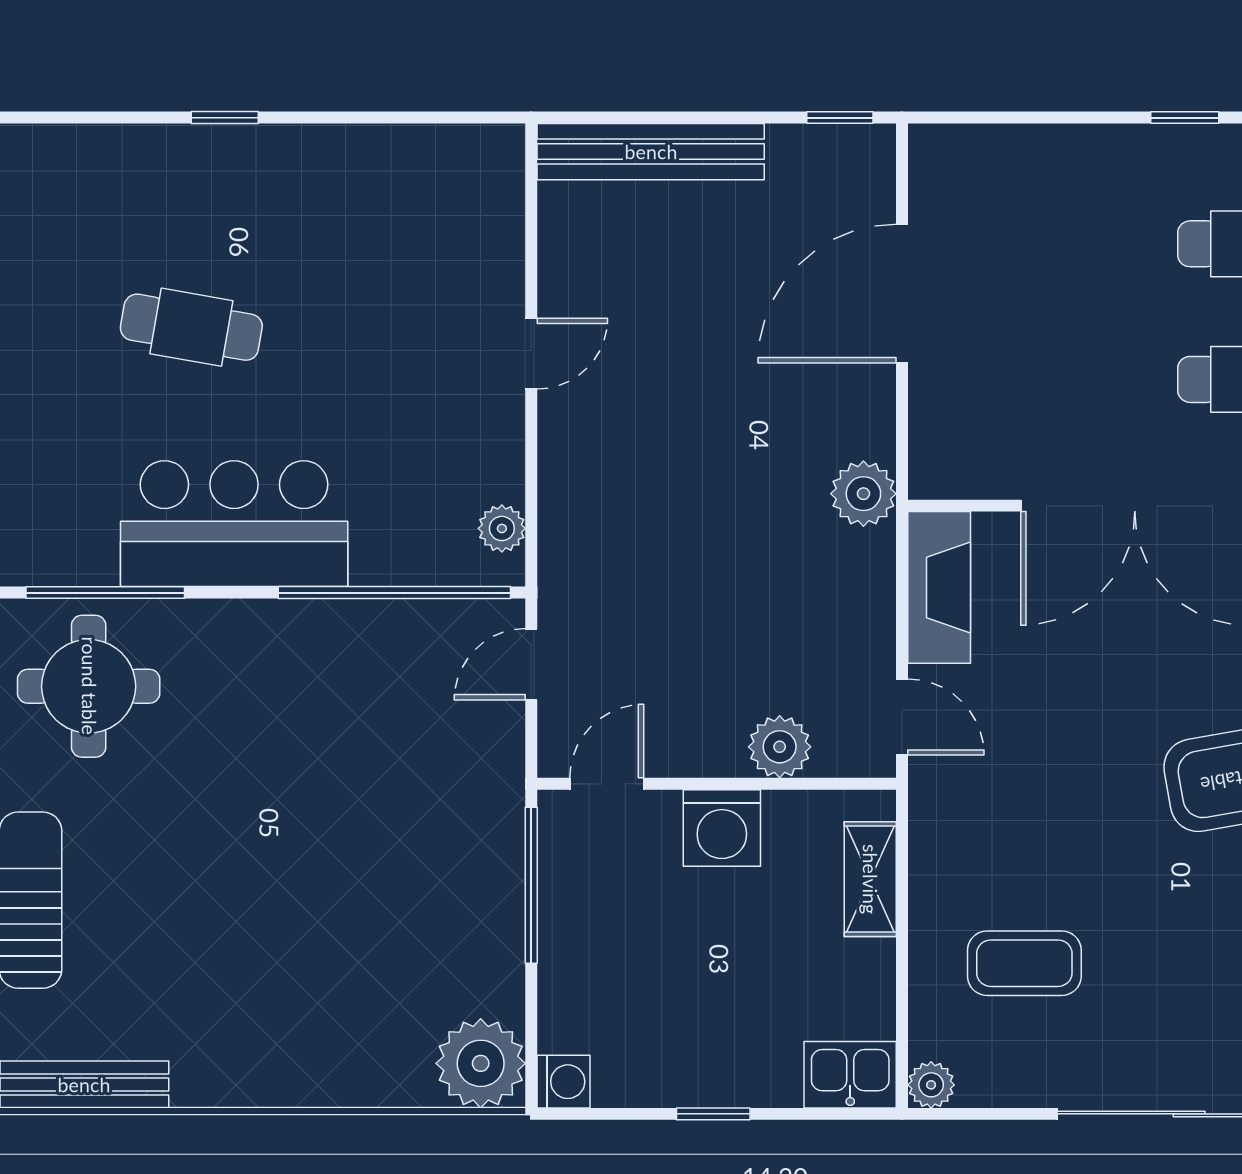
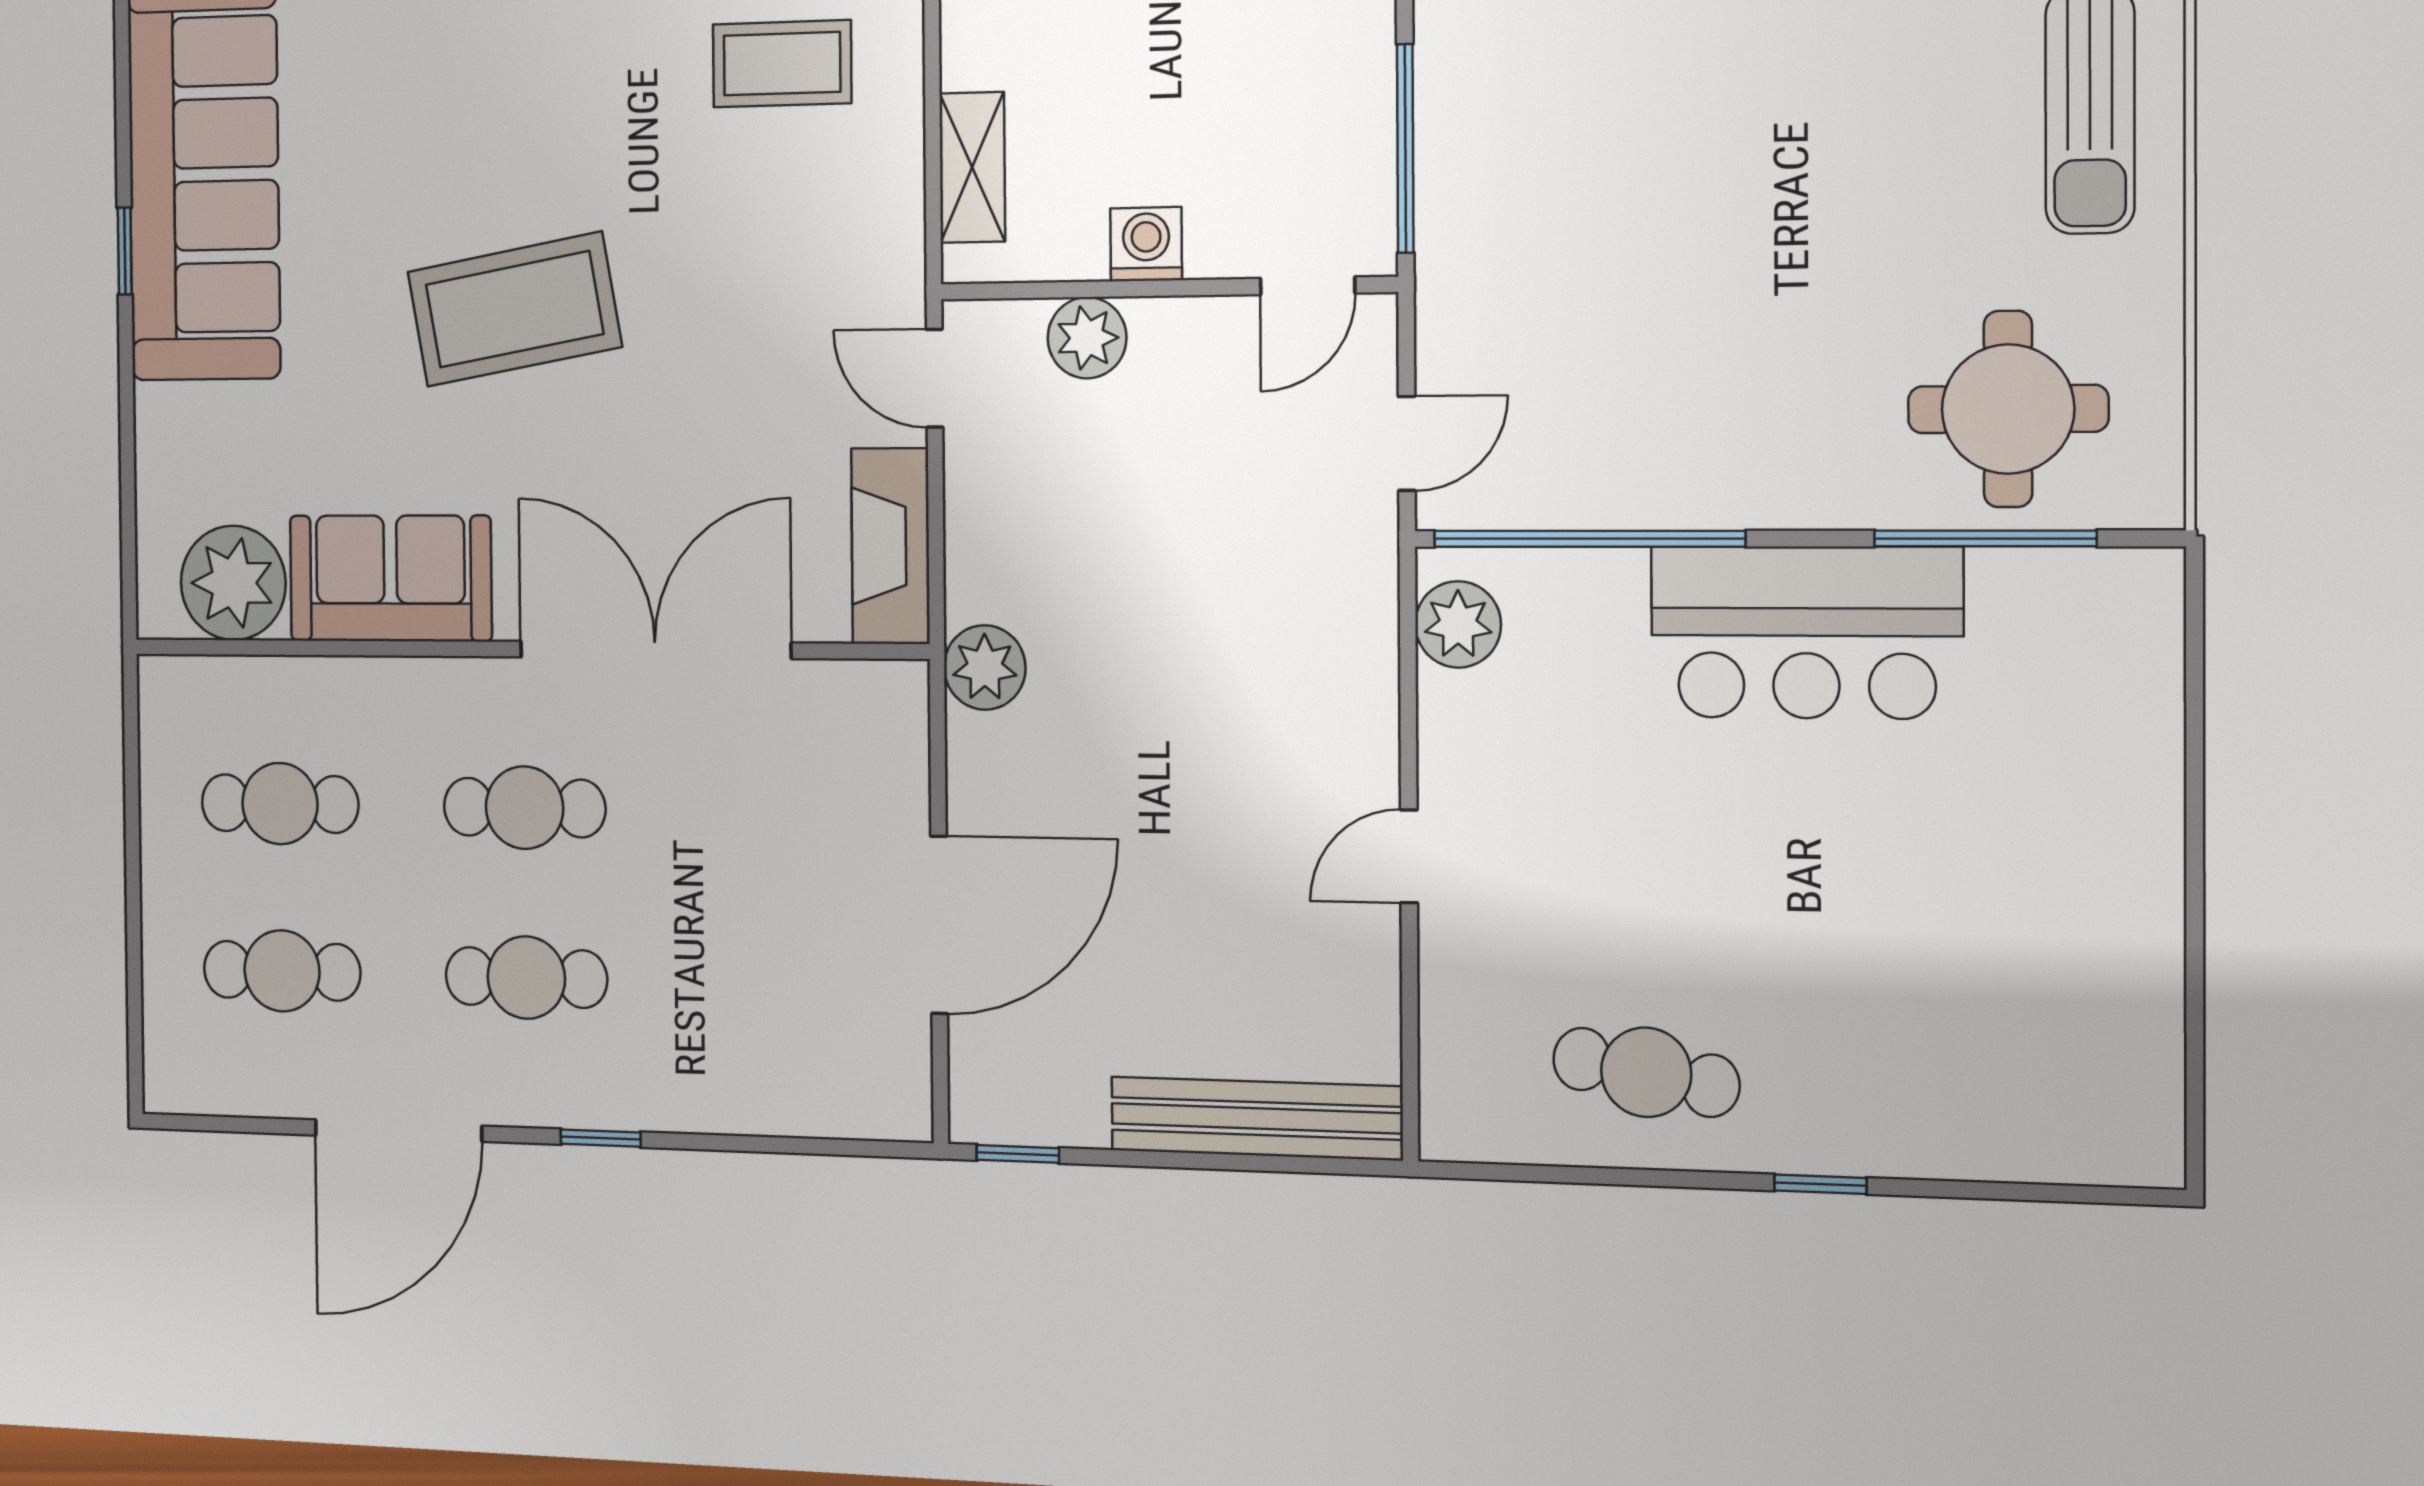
cafe table: (191, 327) -> (1646, 1072), moved
plant: (502, 528) -> (1458, 624), width x1.38, depth x1.38
washing machine: (722, 828) -> (1146, 244), width x0.73, depth x0.73

